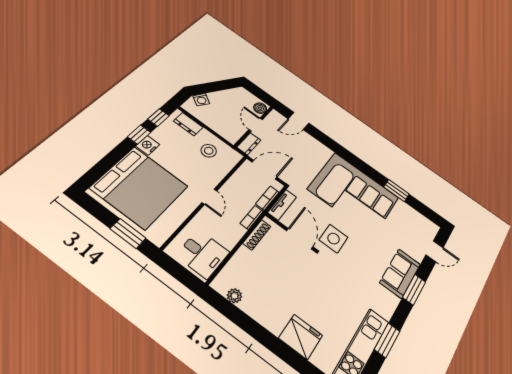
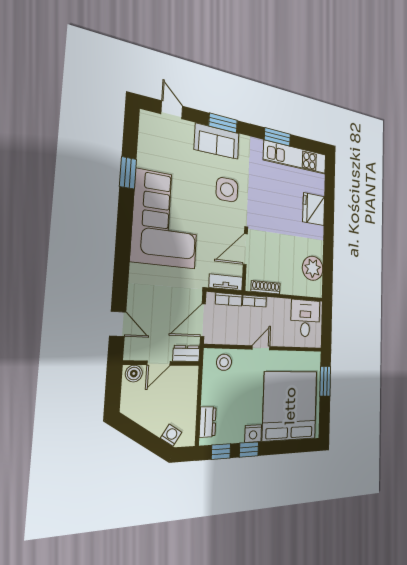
stool: (209, 151) -> (224, 362), moved
door: (265, 170) -> (203, 320), hinge flipped
side table: (334, 239) -> (227, 190), moved
plant: (234, 296) -> (313, 268), width x1.88, depth x1.88

